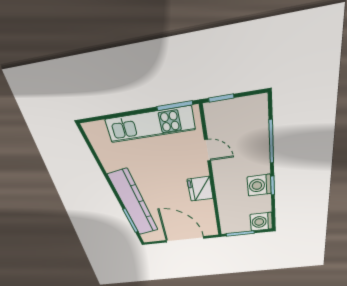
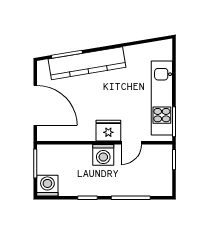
washing machine: (259, 185) -> (103, 155), moved, turned 180
fridge: (200, 189) -> (108, 131), moved
door: (185, 239) -> (35, 105), hinge flipped

